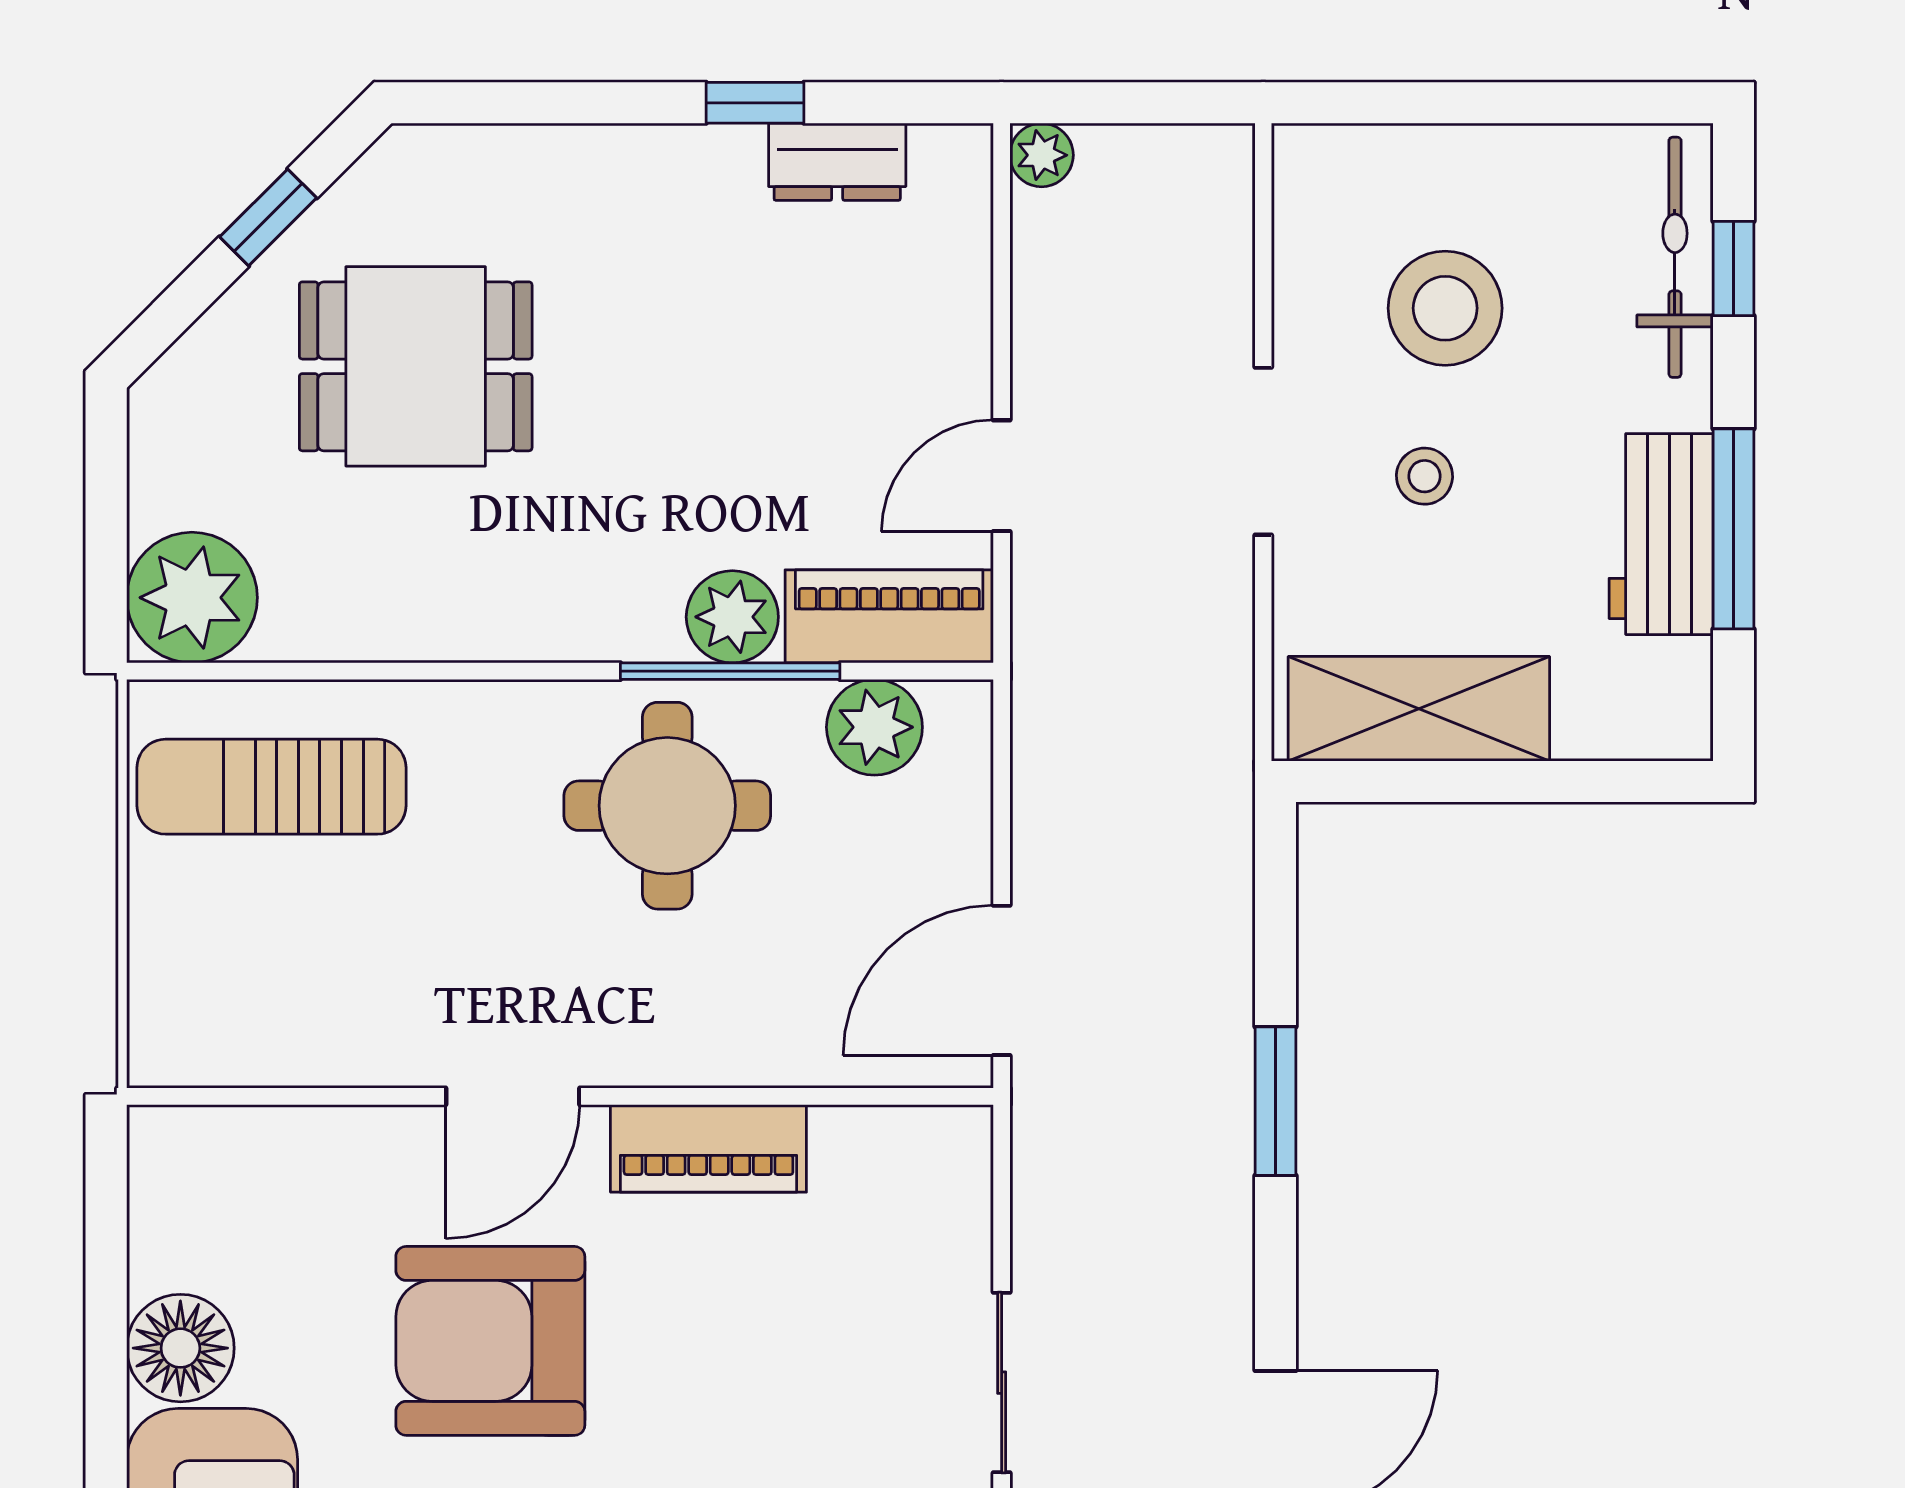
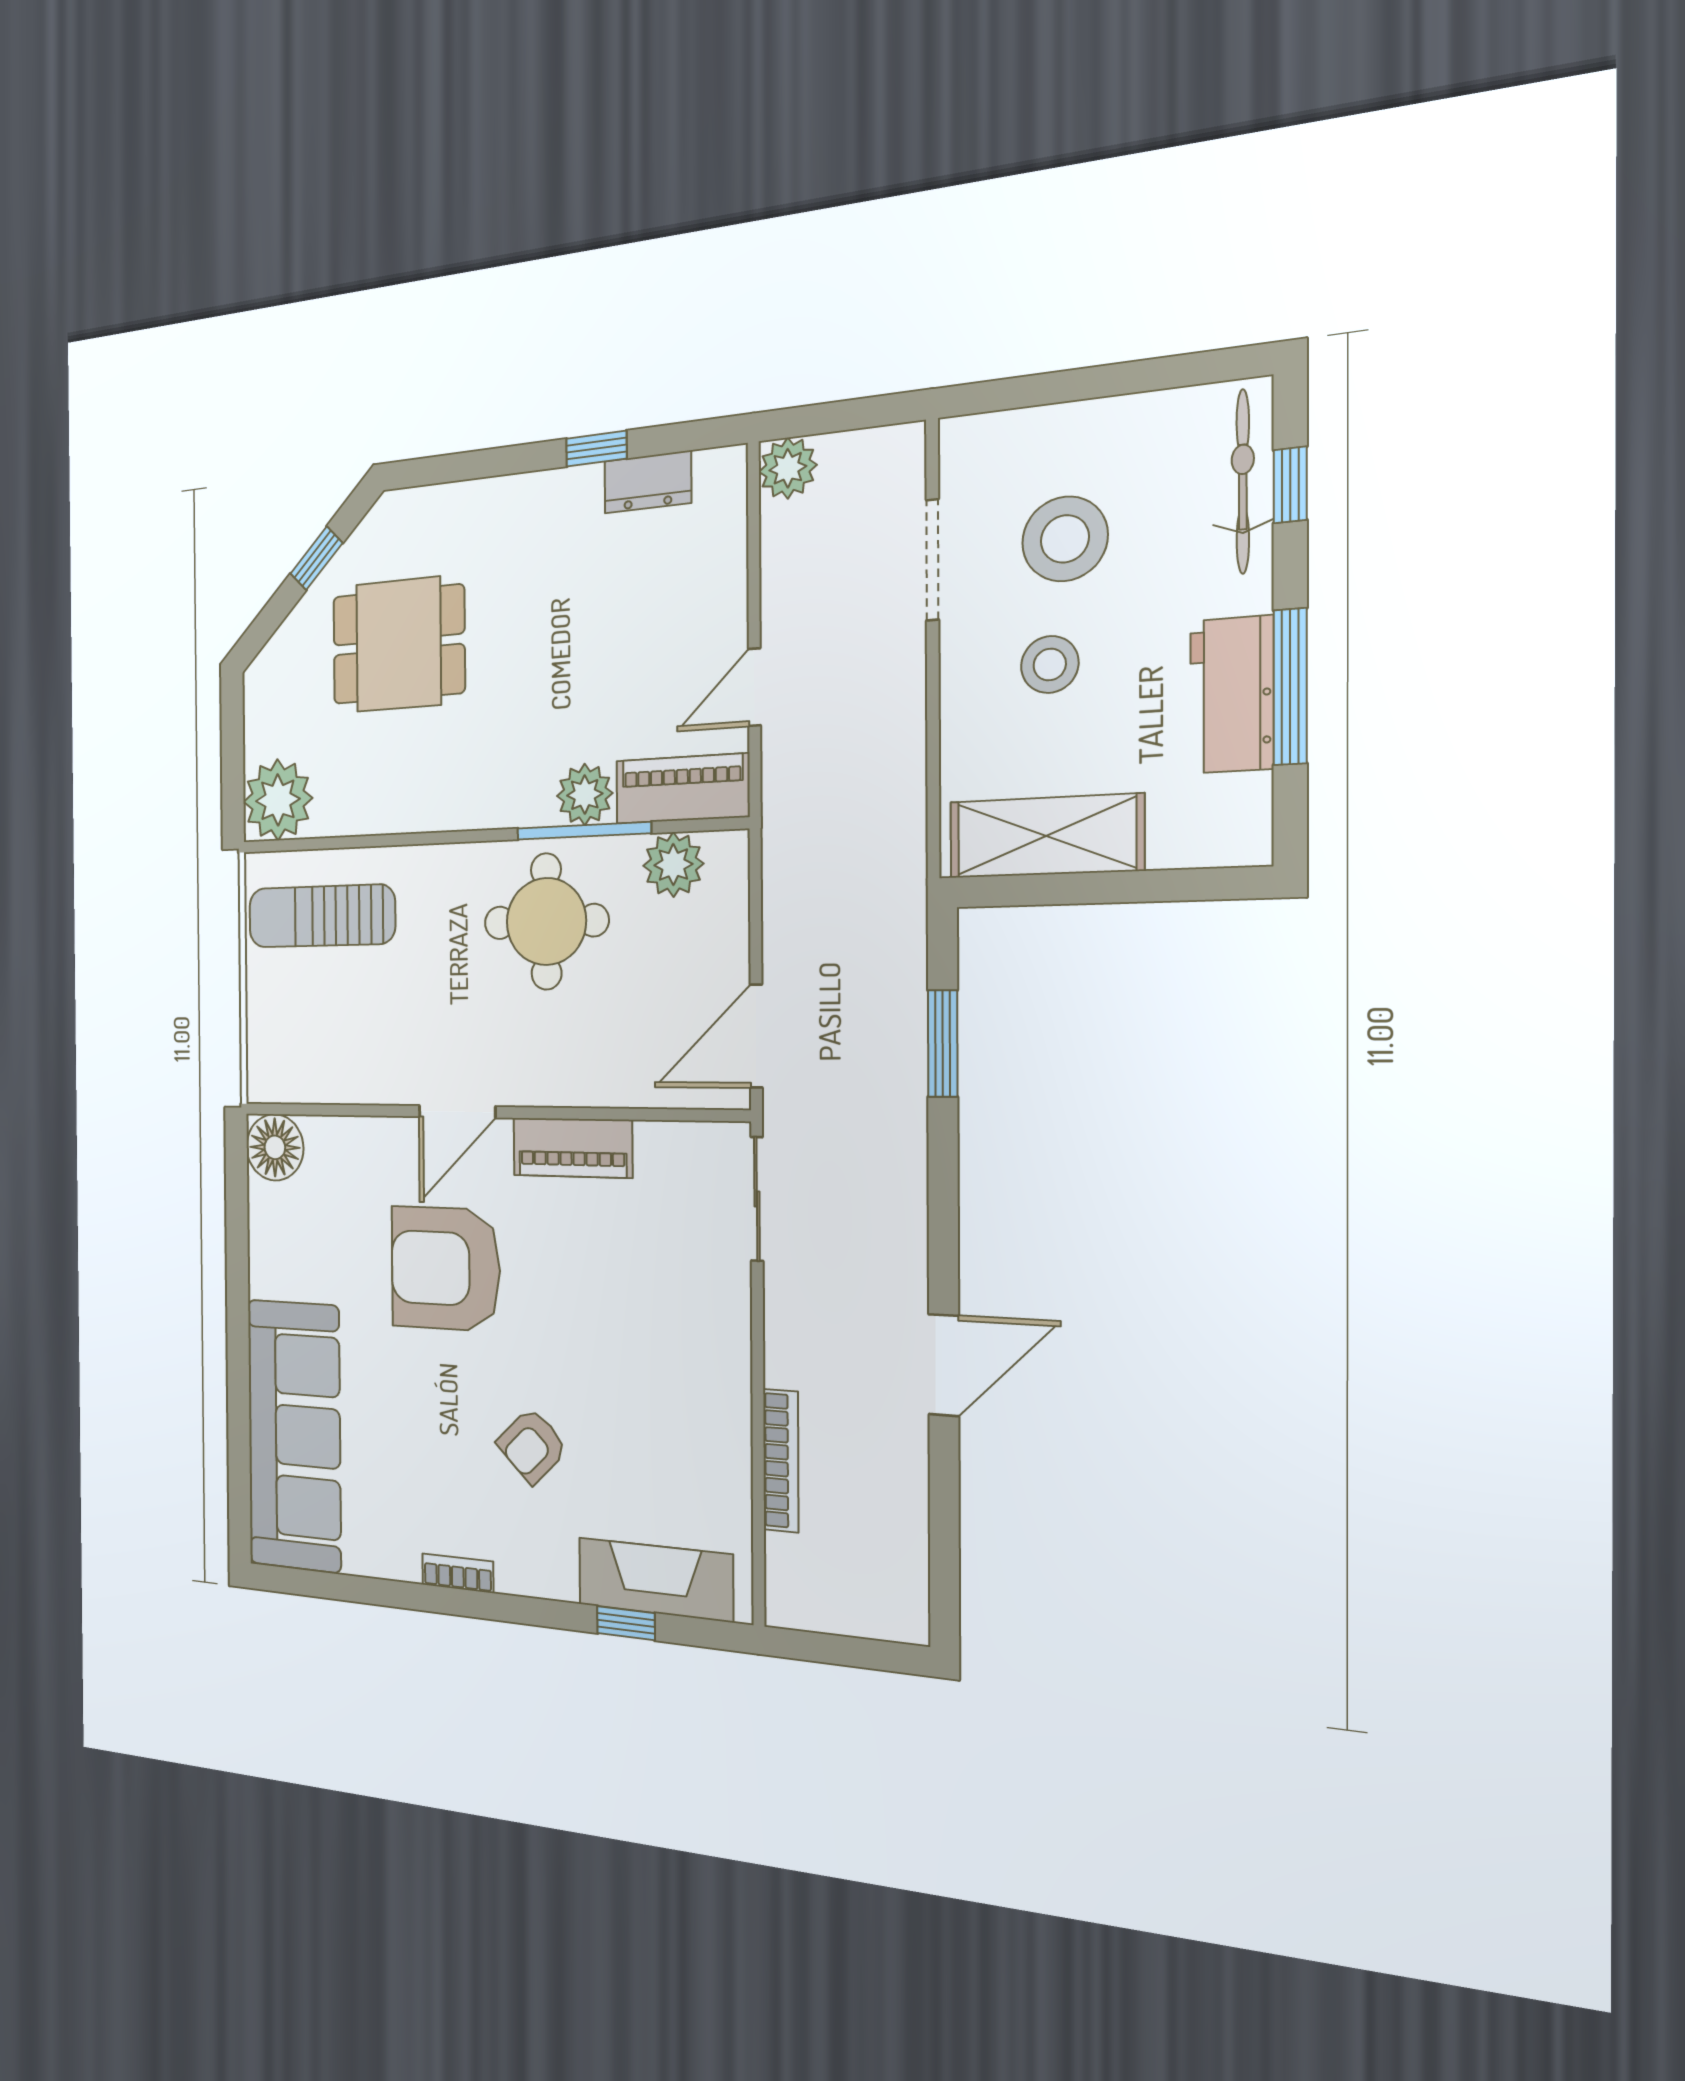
plant: (1042, 155) -> (788, 468), width x1.38, depth x1.38
doorway: (1263, 451) -> (933, 560), moved
stool: (1424, 476) -> (1050, 665), width x1.37, depth x1.37
window: (1276, 1101) -> (943, 1043), moved
floor lamp: (180, 1348) -> (275, 1147), moved
sliding door: (1002, 1383) -> (757, 1199), moved

